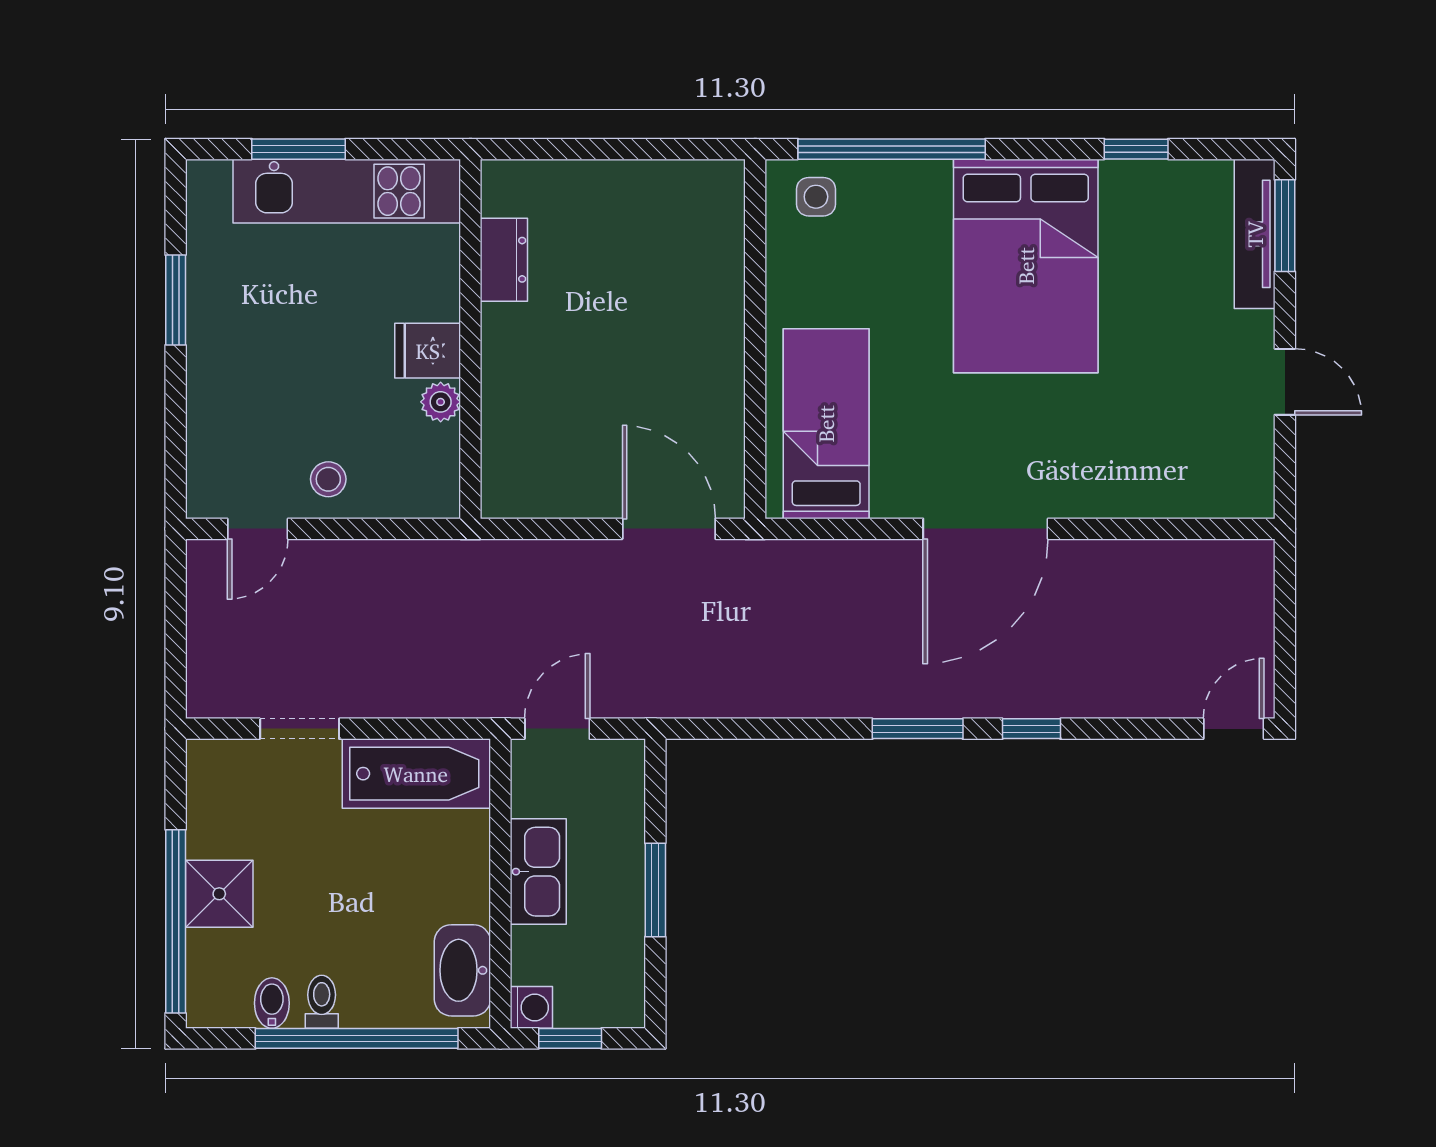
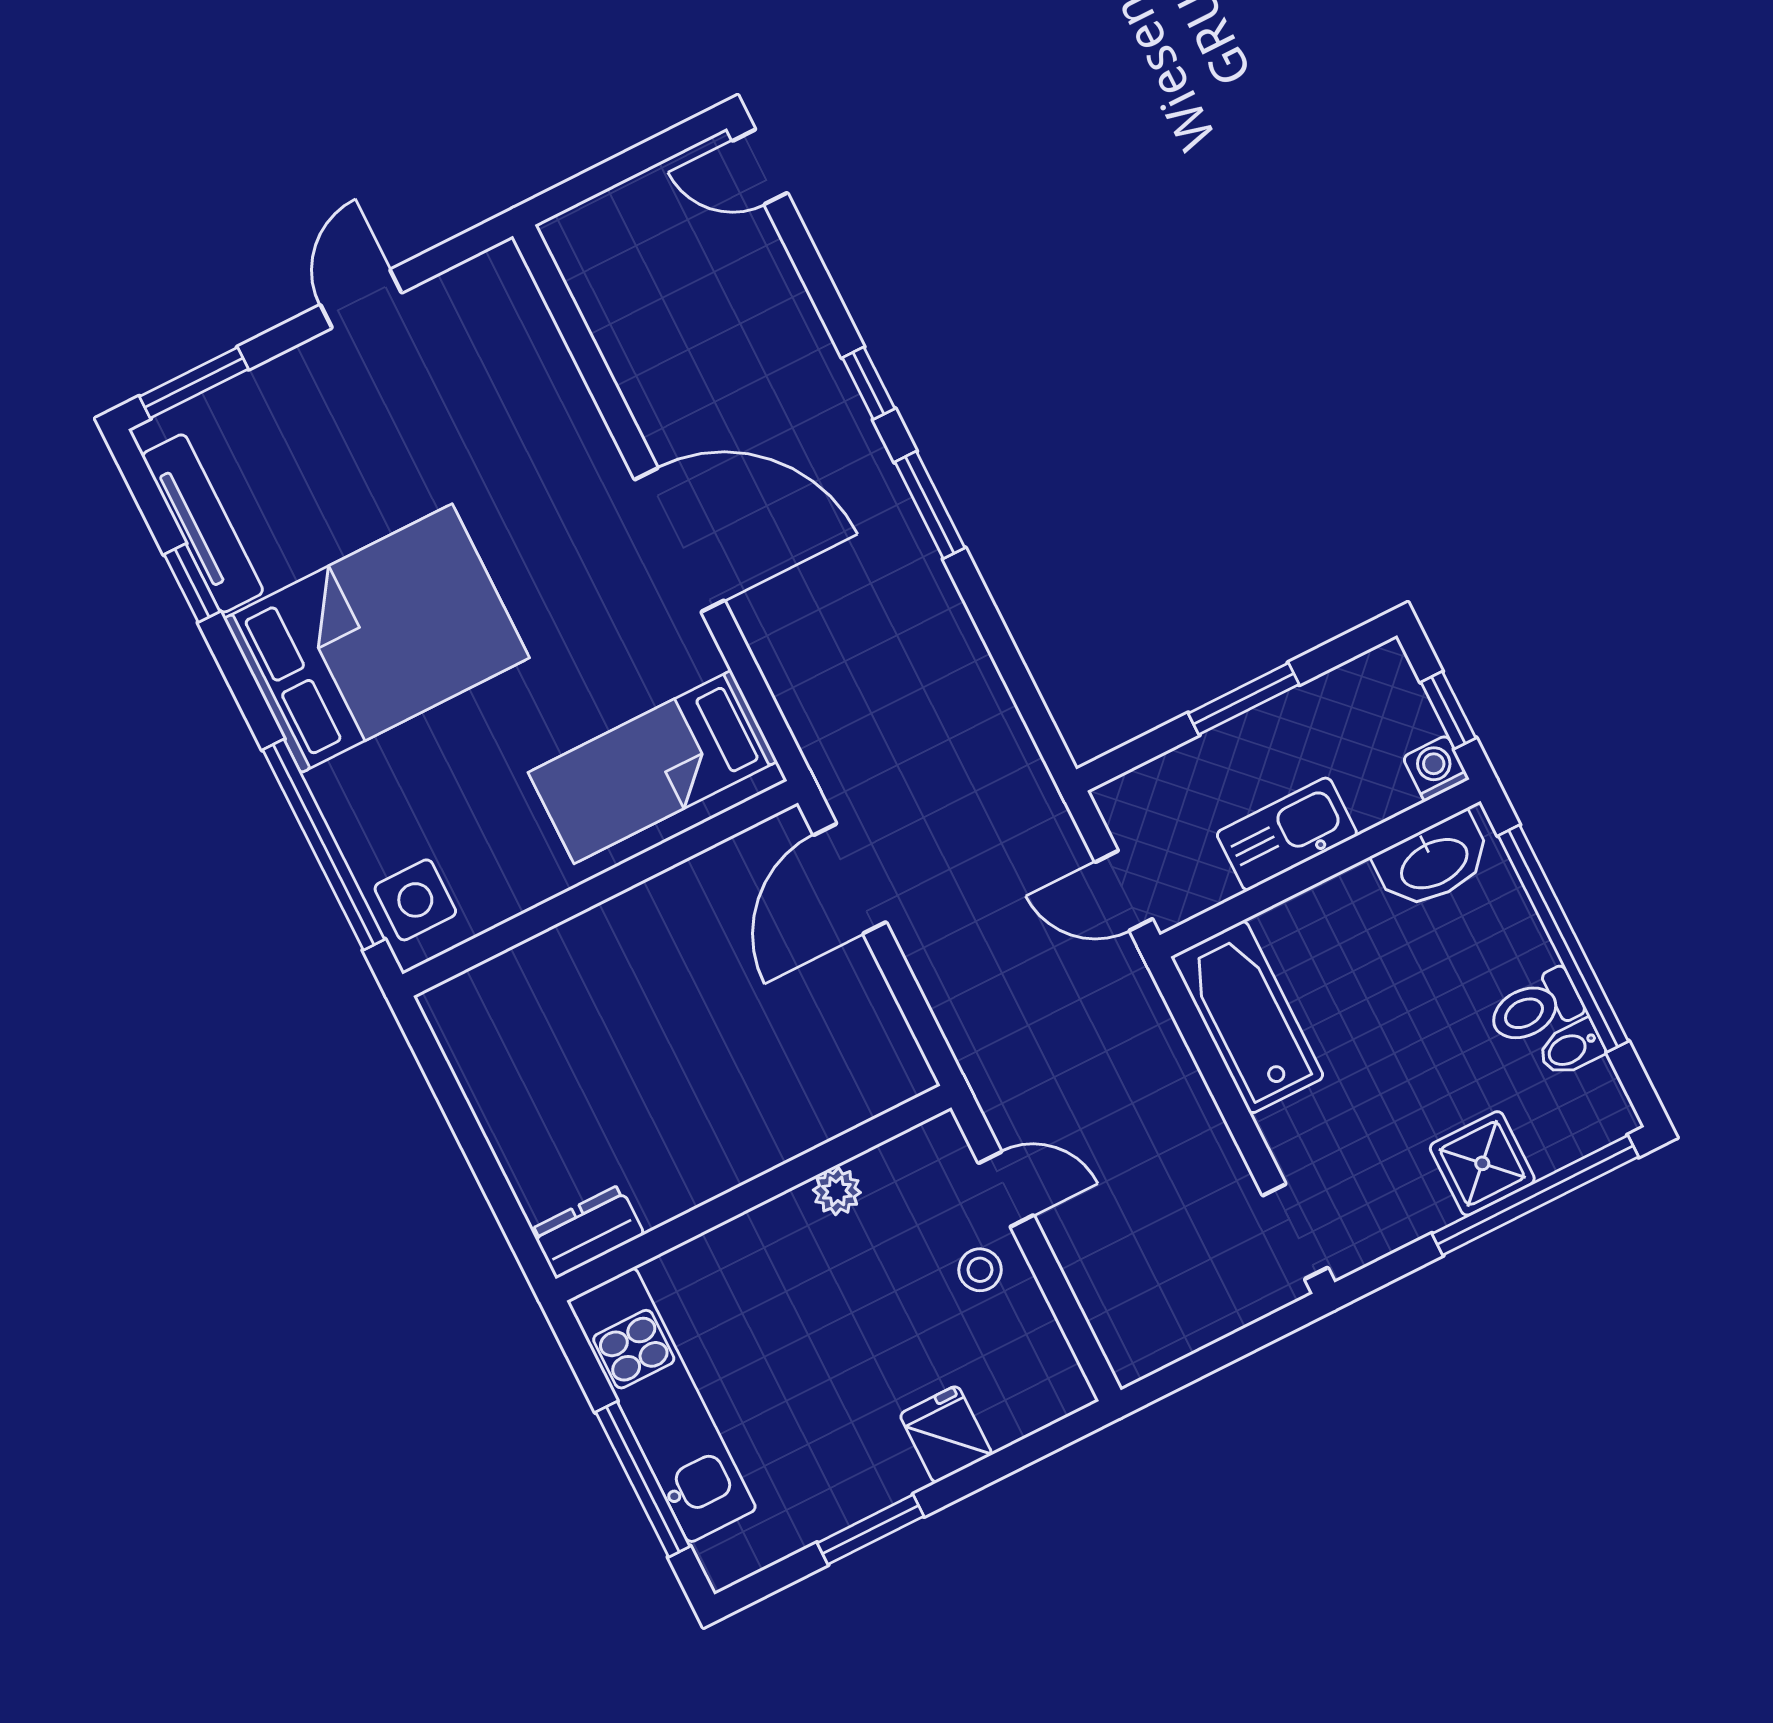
window: (299, 149) -> (643, 1479), width x1.44
side table: (816, 197) -> (415, 900), width x1.37, depth x1.37
tv unit: (1255, 234) -> (203, 523), moved, turned -90
dresser: (504, 260) -> (588, 1232), moved
fridge: (428, 351) -> (946, 1434), moved, turned 180
door: (258, 529) -> (1006, 1189), moved
doorway: (300, 729) -> (1295, 1232), moved
toilet: (322, 1002) -> (1535, 1008), width x1.37, depth x1.39

